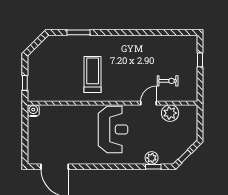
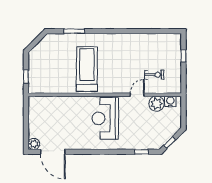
treadmill: (93, 75) -> (87, 69), width x1.37, depth x1.38
water cooler: (33, 111) -> (170, 101), moved
reception desk: (113, 129) -> (105, 118), turned 180
plant: (152, 158) -> (34, 144), moved

